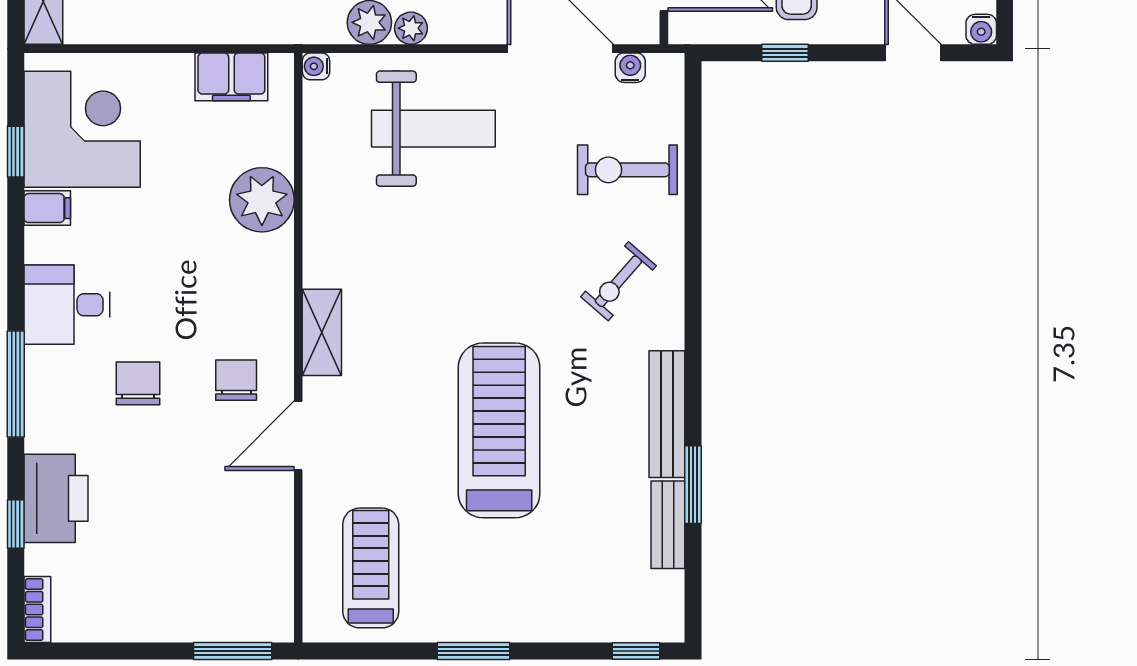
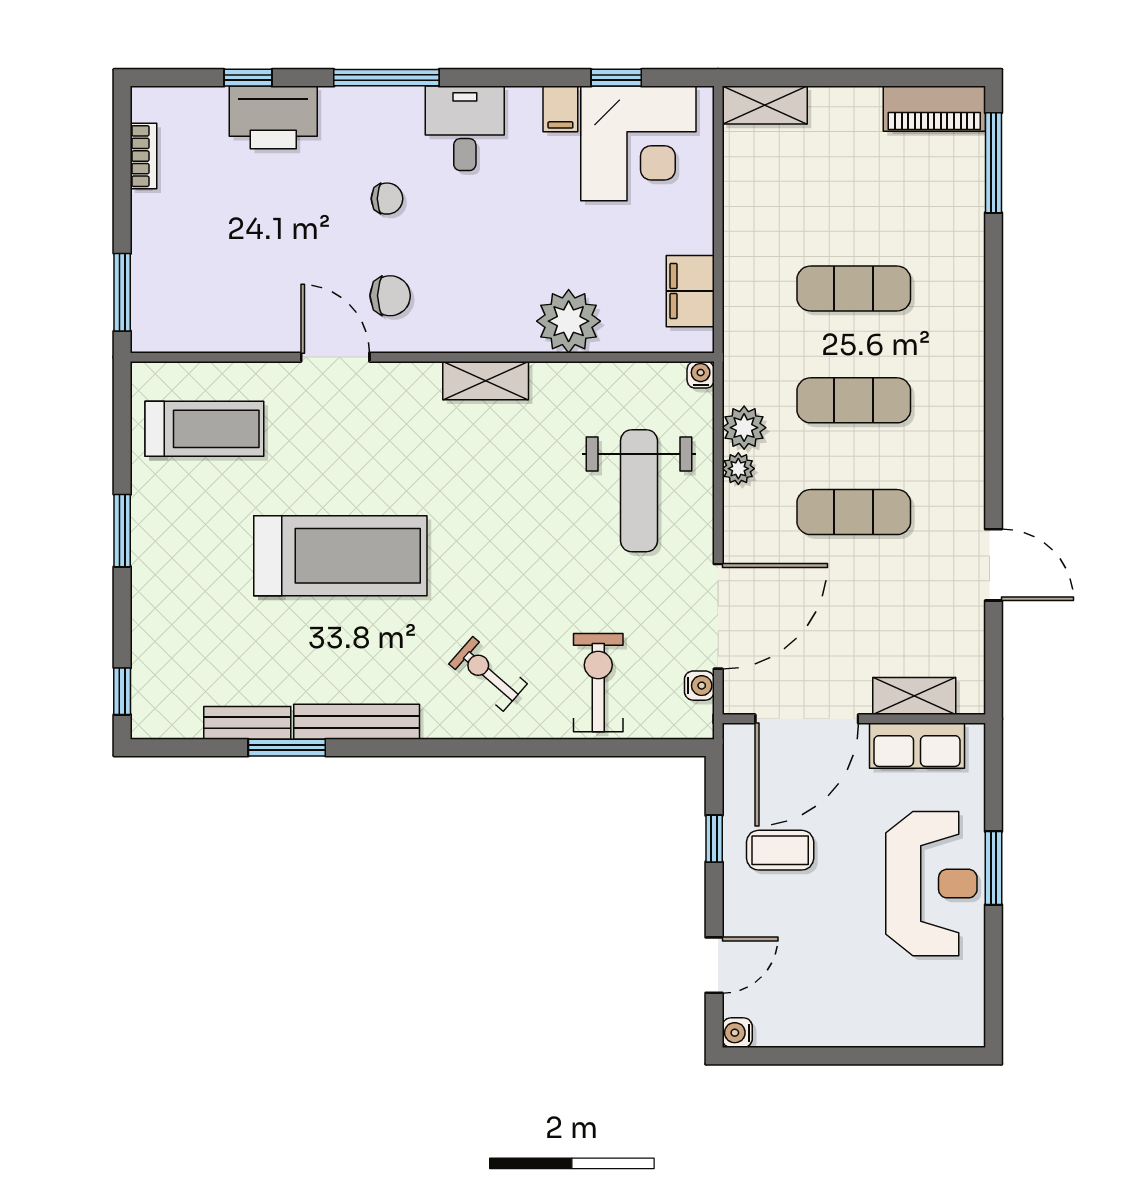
shelving: (322, 332) -> (486, 381), moved
chair: (138, 383) -> (387, 199), width x0.73, depth x0.73
bookcase: (37, 610) -> (144, 156), moved, turned -90

